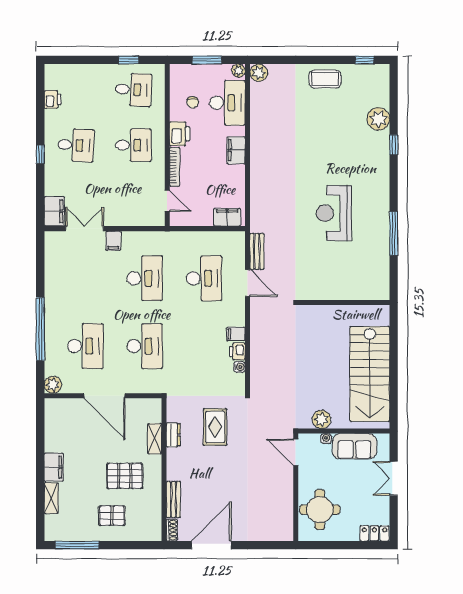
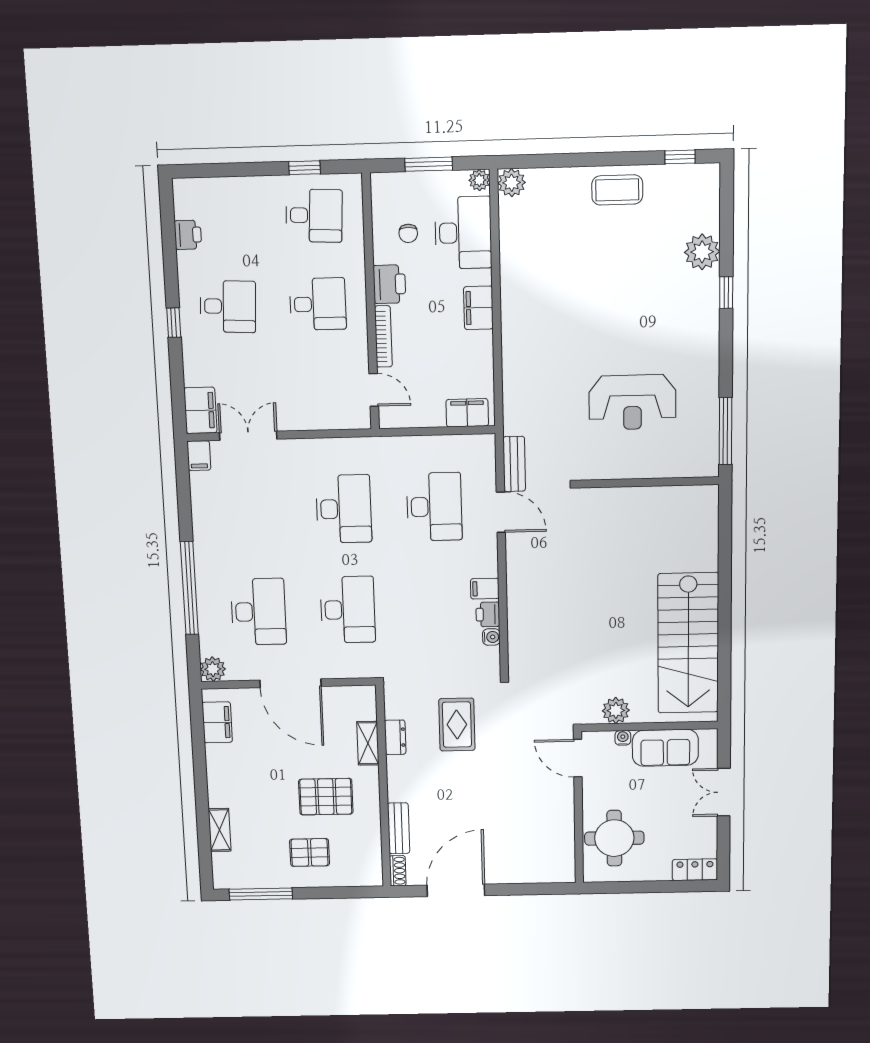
reception desk: (334, 213) -> (632, 402), turned -90
filing cabinet: (113, 241) -> (199, 456), moved
wall: (344, 303) -> (648, 482), moved
filing cabinet: (54, 467) -> (217, 722), moved

